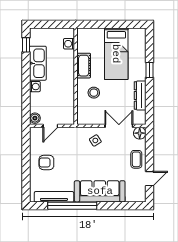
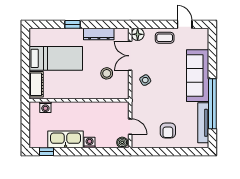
cot: (84, 66) -> (36, 84), moved, turned 90
stool: (94, 93) -> (107, 73), moved

